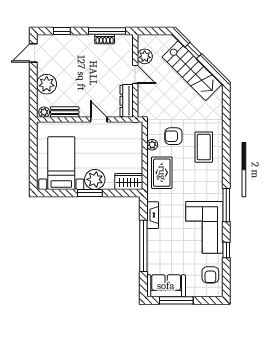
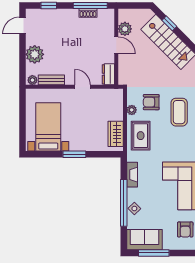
dresser: (127, 101) -> (108, 74), width x0.70
plant: (95, 179) -> (79, 142), removed
wardrobe: (129, 181) -> (116, 134), moved, turned -90
side table: (155, 252) -> (134, 209), added

